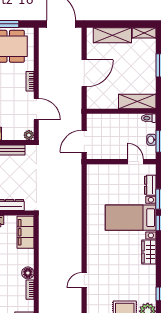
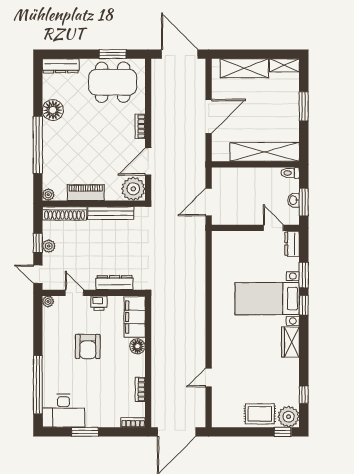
shelving: (137, 101) -> (265, 152), width x1.47
door: (36, 109) -> (148, 162), swing flipped
plant: (29, 135) -> (133, 189), width x1.87, depth x1.87
dresser: (150, 185) -> (292, 244), moved
floor lamp: (28, 273) -> (137, 346), moved

